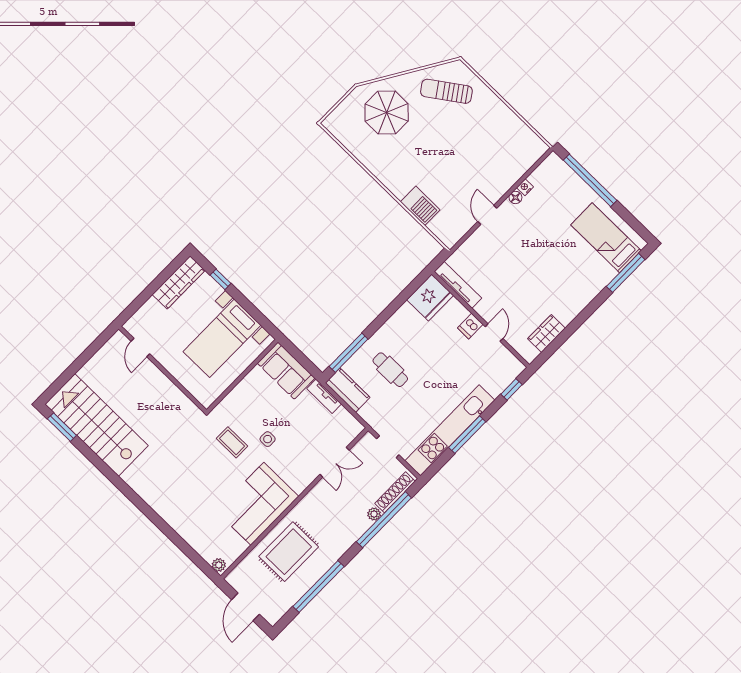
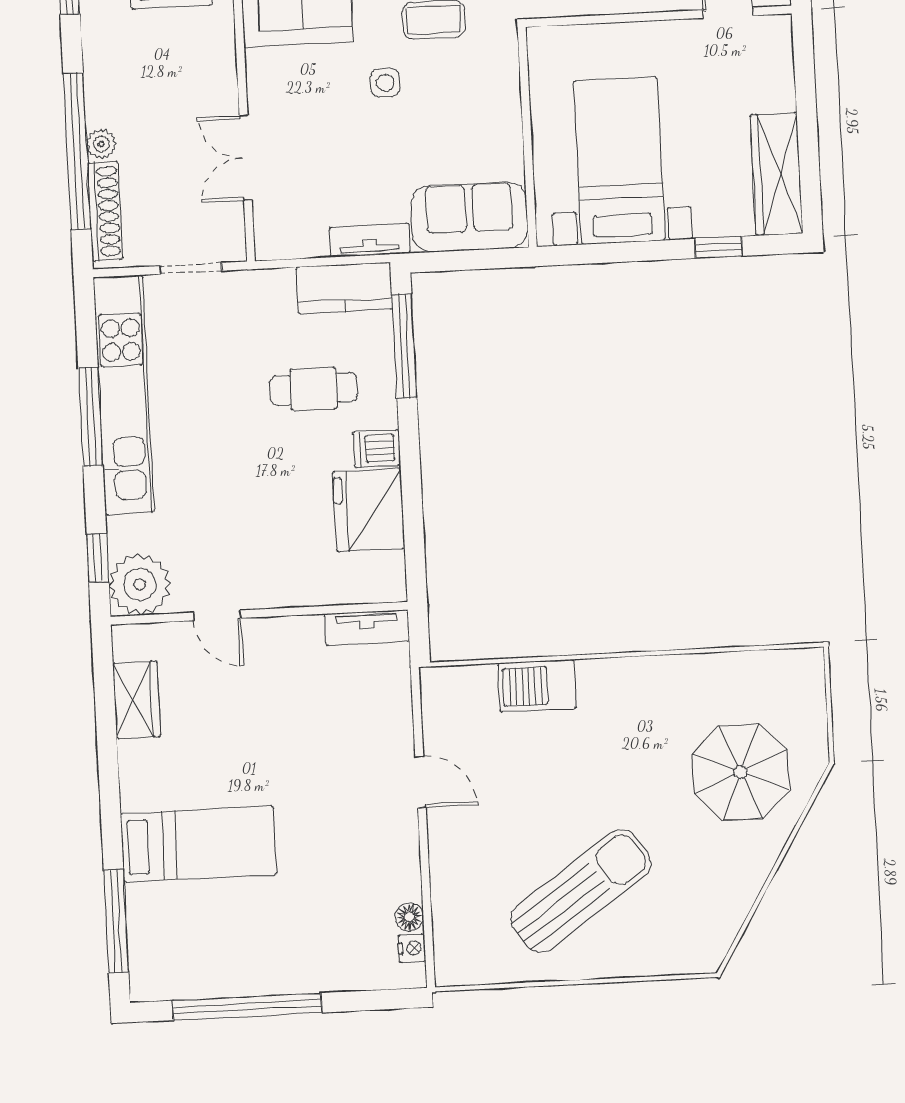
sun lounger: (446, 91) -> (581, 891), moved, width x1.36, depth x1.34
window: (590, 180) -> (247, 1007), moved
nightstand: (525, 187) -> (412, 948), moved
floor lamp: (515, 197) -> (409, 917), moved
bed: (606, 238) -> (198, 844), moved
tv unit: (458, 285) -> (367, 628), width x0.71
fridge: (430, 298) -> (369, 510), moved
dishwasher: (470, 326) -> (377, 448), moved, turned -90
plant: (507, 368) -> (140, 584), added

